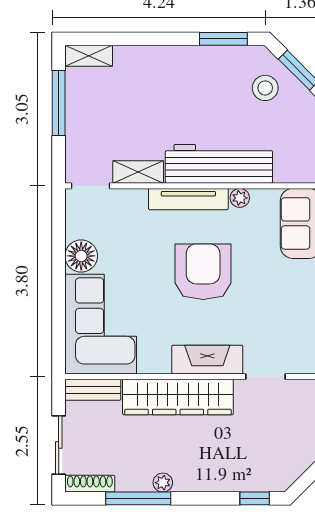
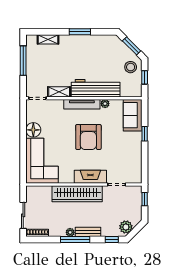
window: (223, 39) -> (80, 32), moved
shelving: (89, 56) -> (48, 39), moved
stool: (265, 88) -> (131, 67), moved
armchair: (203, 272) -> (88, 137), turned 180
bench: (93, 390) -> (88, 232), moved
plant: (286, 471) -> (126, 227), added
window: (138, 498) -> (75, 240), moved

